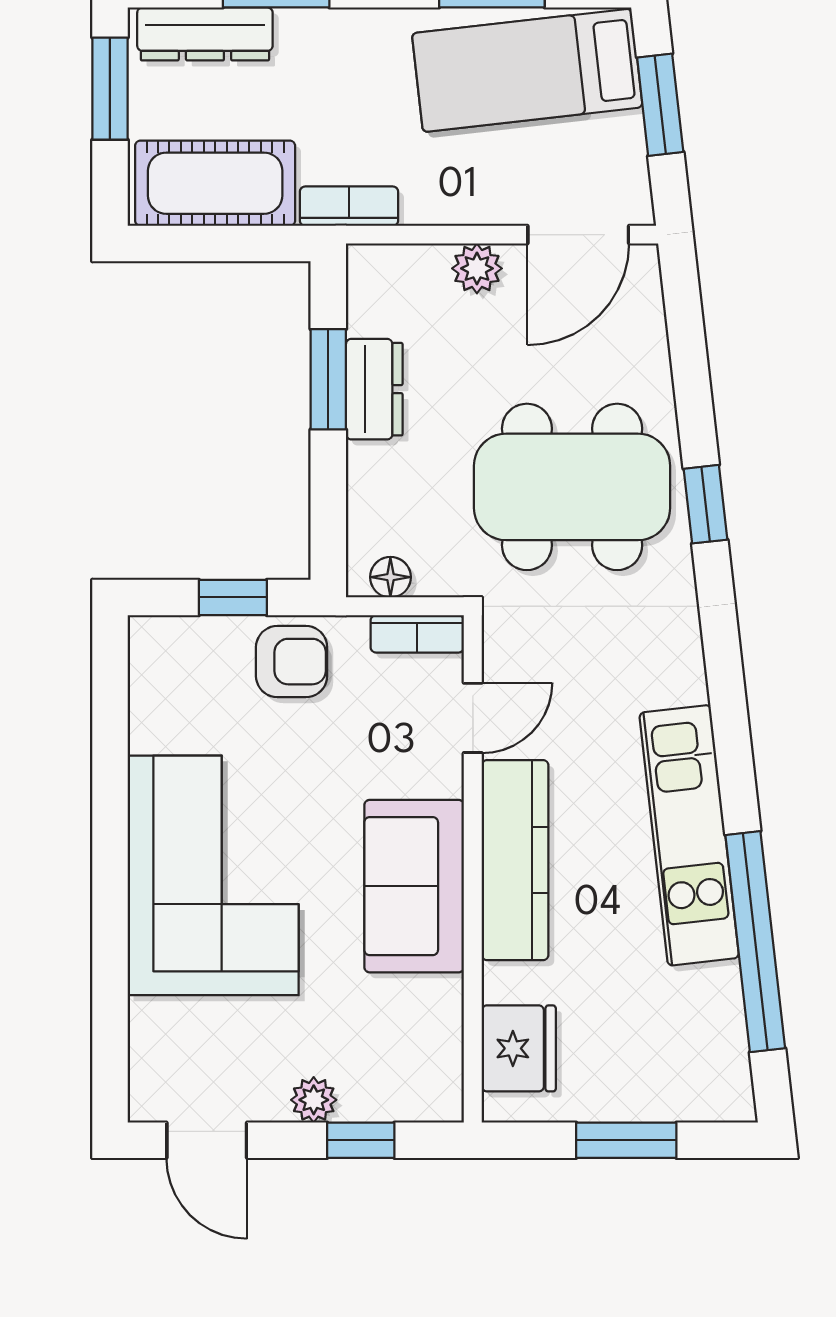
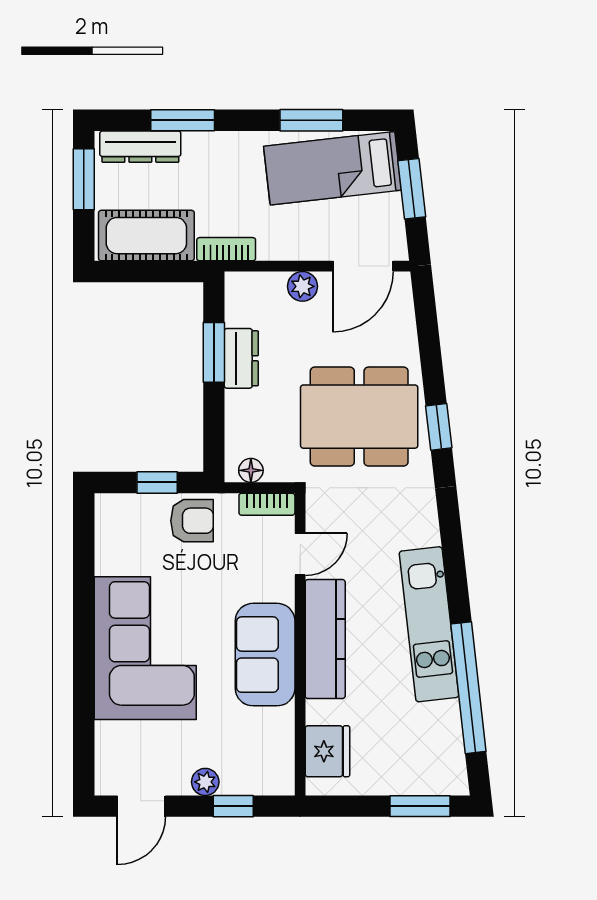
door: (207, 1140) -> (141, 806), hinge flipped
window: (626, 1140) -> (420, 806), moved

